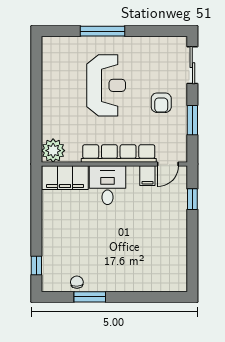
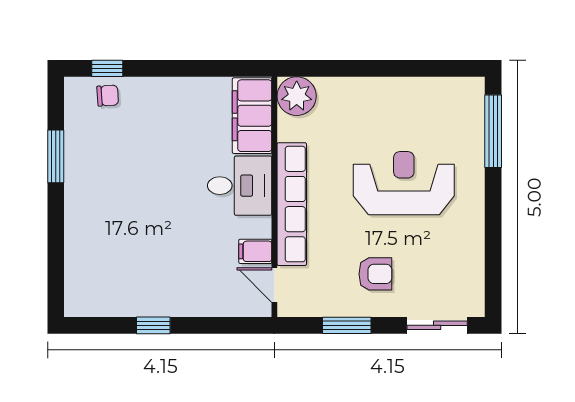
window: (102, 31) -> (493, 131), moved
reception desk: (106, 85) -> (404, 183), turned 180
armchair: (161, 103) -> (375, 274), turned 180
window: (192, 199) -> (153, 325), moved
chair: (77, 282) -> (108, 96), moved

